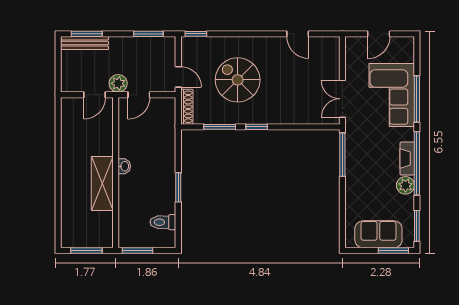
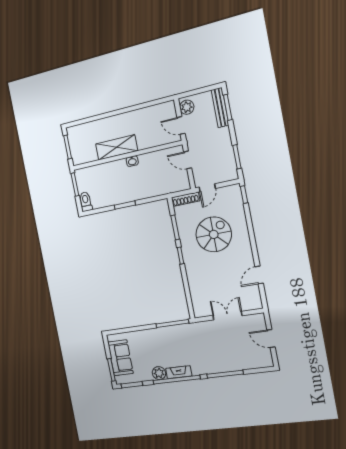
plant: (118, 83) -> (187, 107), moved
corner sofa: (392, 95) -> (224, 355), removed
double door: (342, 99) -> (228, 316), moved
toilet: (163, 222) -> (86, 202), moved

